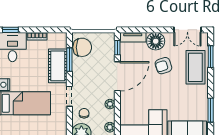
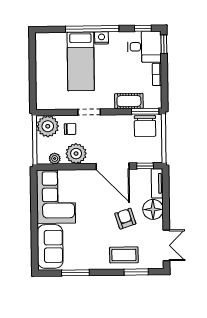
double door: (187, 30) -> (166, 245), swing flipped
window: (69, 60) -> (145, 111), moved
cot: (58, 66) -> (129, 101), width x0.73, depth x0.75
coffee table: (195, 67) -> (124, 255), width x0.73, depth x0.76
plant: (110, 104) -> (76, 154), width x1.88, depth x1.88

